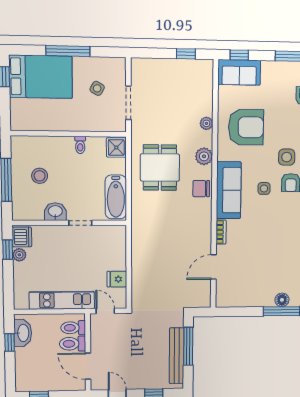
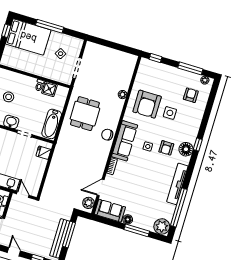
window: (186, 54) -> (122, 48), removed
sofa: (239, 72) -> (110, 211), moved, turned 180
armchair: (246, 127) -> (147, 104), turned 90
shower: (116, 147) -> (49, 89), moved
plant: (204, 156) -> (88, 203), moved
side table: (287, 157) -> (170, 113), moved
fridge: (117, 279) -> (44, 153), moved
floor lamp: (282, 300) -> (128, 219), moved

